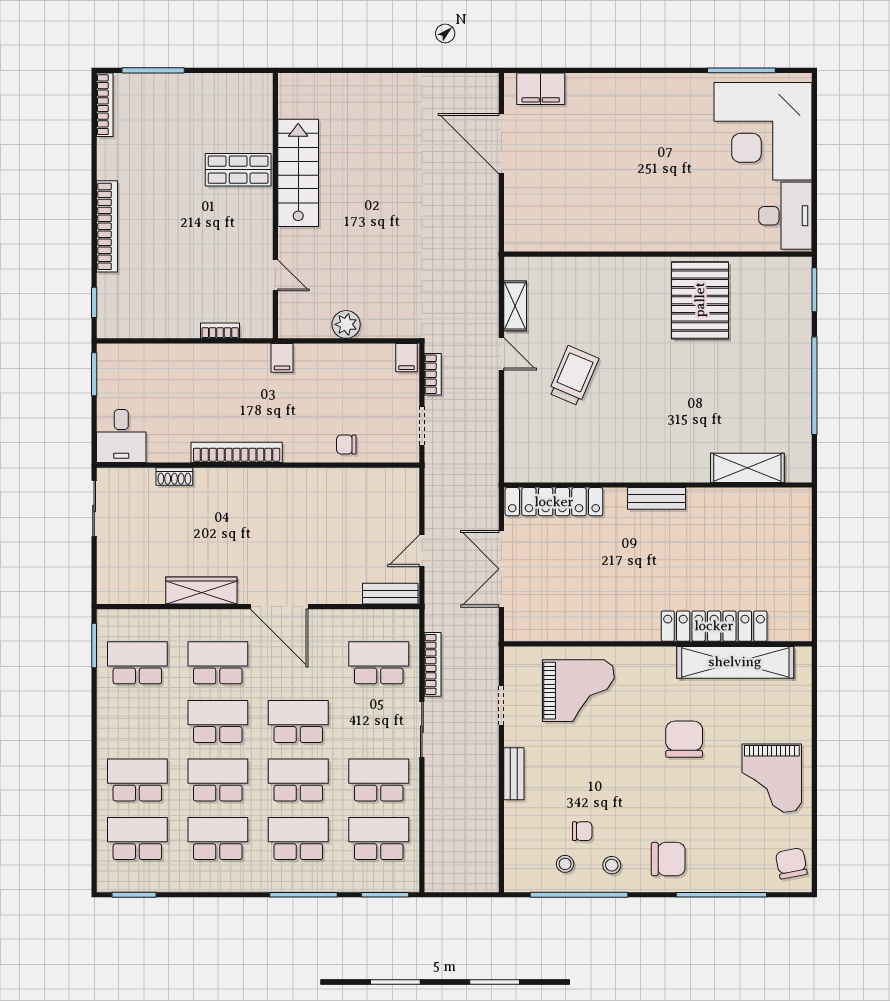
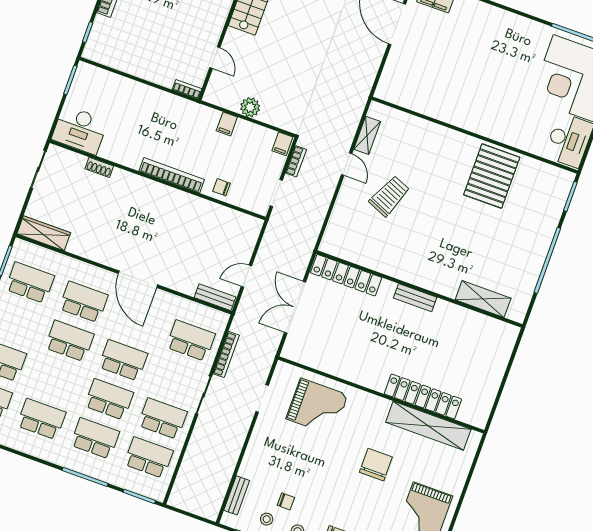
bookcase: (220, 331) -> (187, 89), moved
filing cabinet: (282, 358) -> (227, 124), moved
desk: (121, 436) -> (80, 130), width x1.37
bookcase: (237, 452) -> (172, 175), moved
wardrobe: (201, 591) -> (44, 233), moved
bench: (514, 774) -> (237, 495), moved
school desk: (218, 780) -> (55, 380), removed

